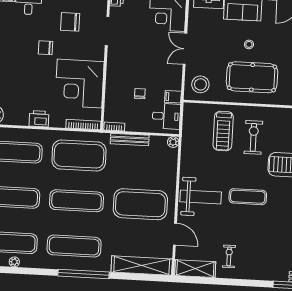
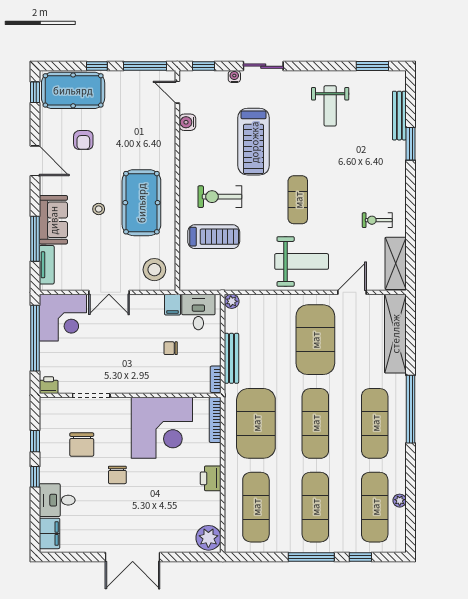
weight bench: (201, 197) -> (302, 261), turned 90

